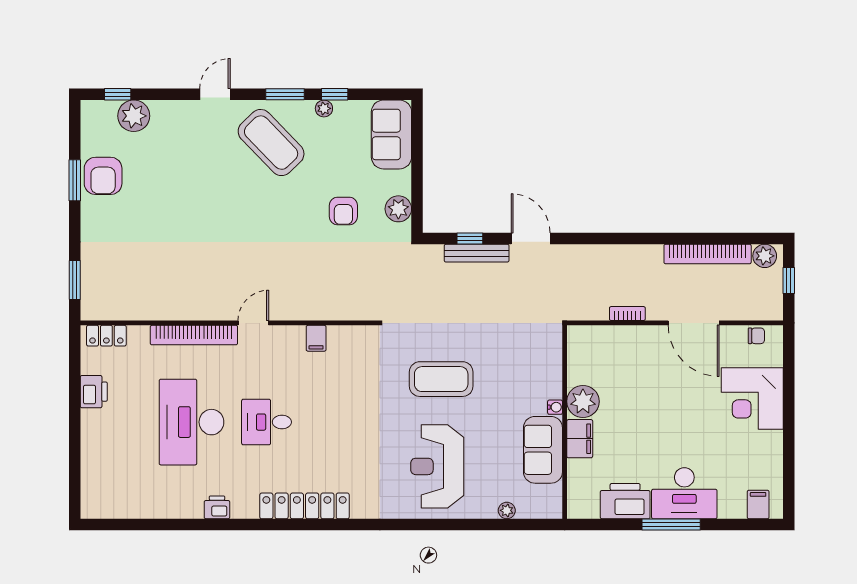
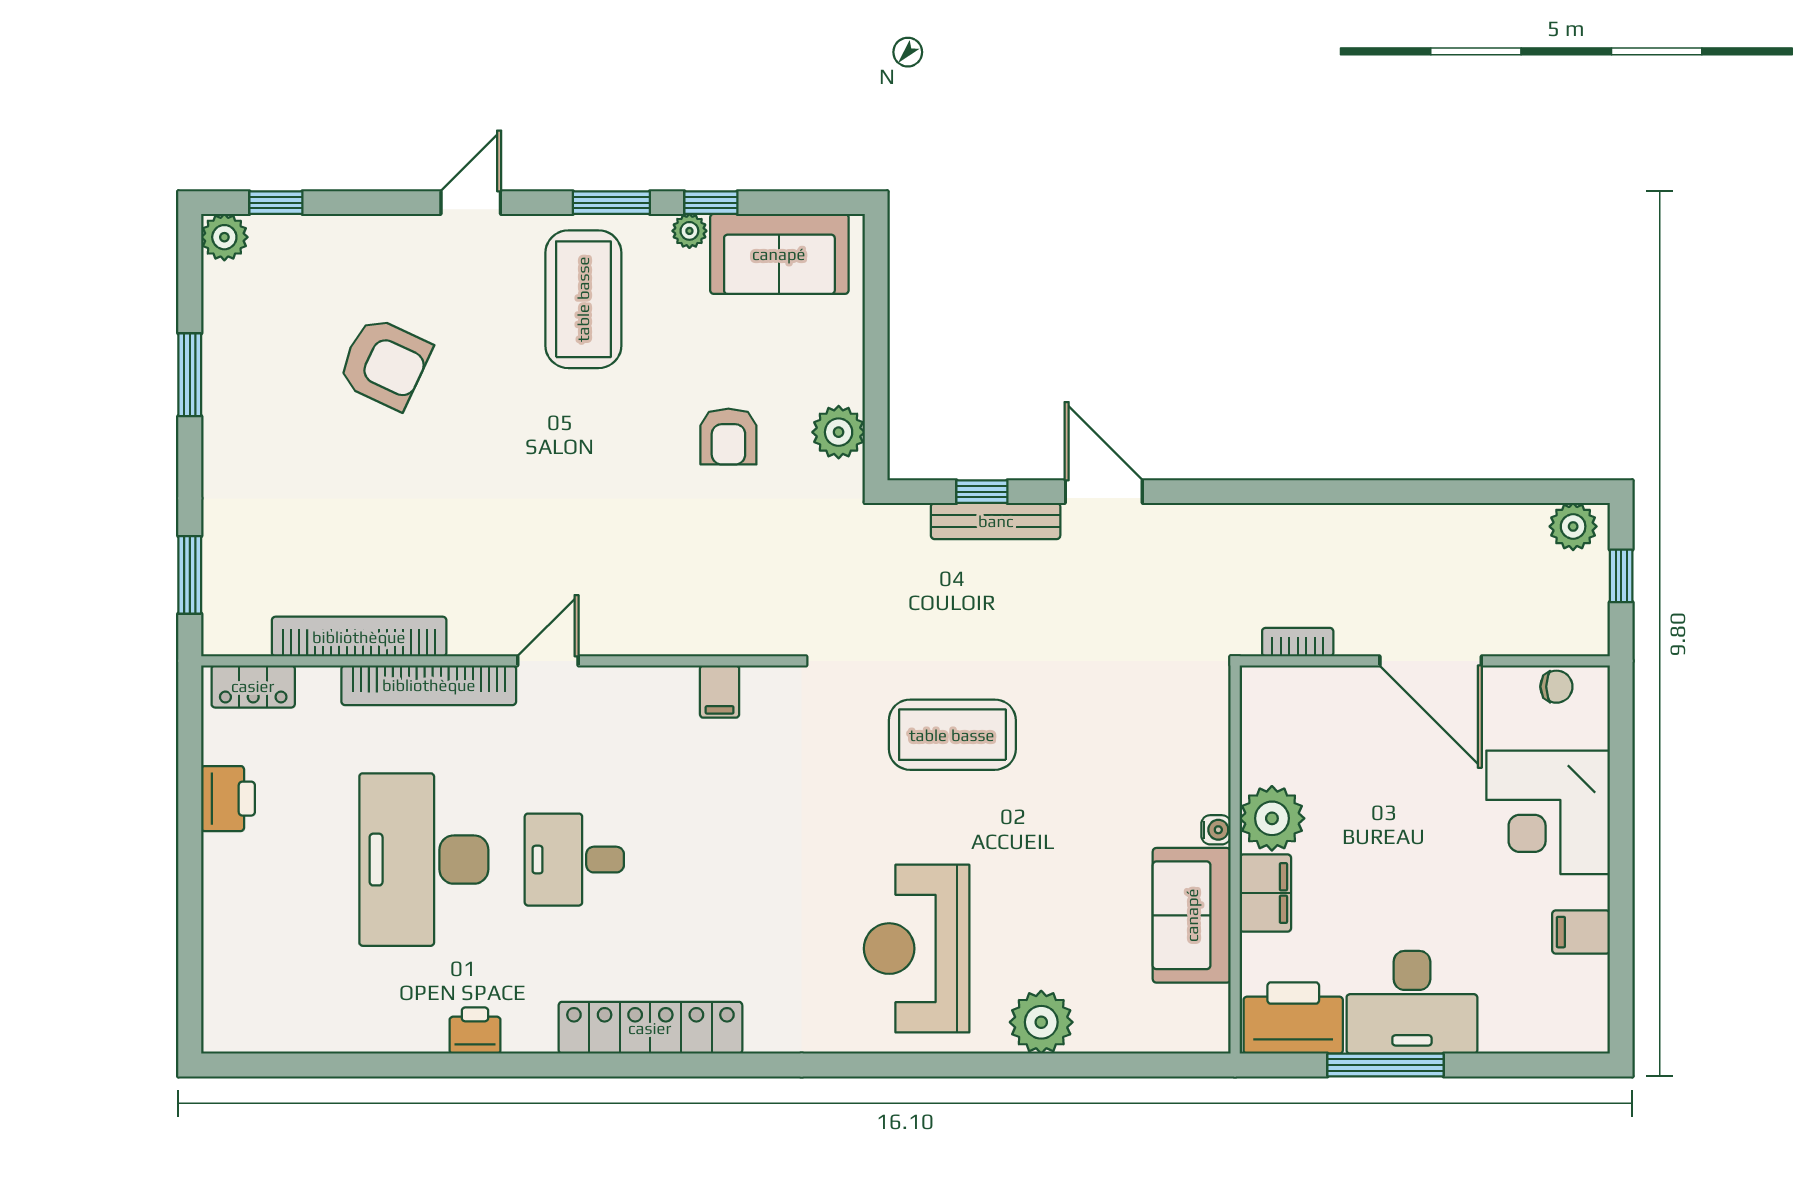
plant: (134, 116) -> (224, 237), moved, width x0.73, depth x0.73
sofa: (391, 134) -> (779, 254), moved, turned -90
coffee table: (271, 143) -> (583, 299), turned 44
armchair: (103, 176) -> (385, 363), moved, turned -65
bookcase: (708, 254) -> (359, 637), moved, turned 180
filing cabinet: (316, 338) -> (720, 692), moved
coffee table: (441, 379) -> (952, 735), moved
plant: (583, 401) -> (1272, 818), moved
water cooler: (555, 407) -> (1216, 830), moved
wall: (565, 422) -> (1235, 860), moved
filing cabinet: (580, 439) -> (1265, 893), moved
sofa: (543, 450) -> (1192, 915), moved
filing cabinet: (758, 504) -> (1581, 932), moved, turned -90
plant: (507, 510) -> (1041, 1022), width x1.88, depth x1.88

